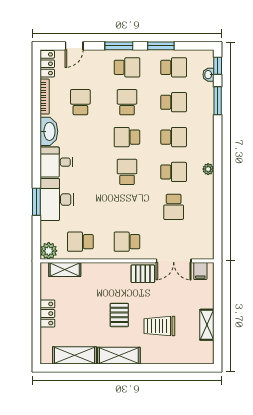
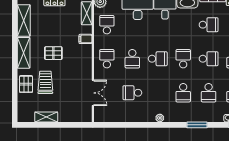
window: (218, 101) -> (197, 125), moved
school desk: (174, 172) -> (132, 59), moved
double door: (174, 261) -> (93, 93), swing flipped
filing cabinet: (200, 271) -> (85, 39), moved
pallet: (143, 274) -> (26, 84), moved

